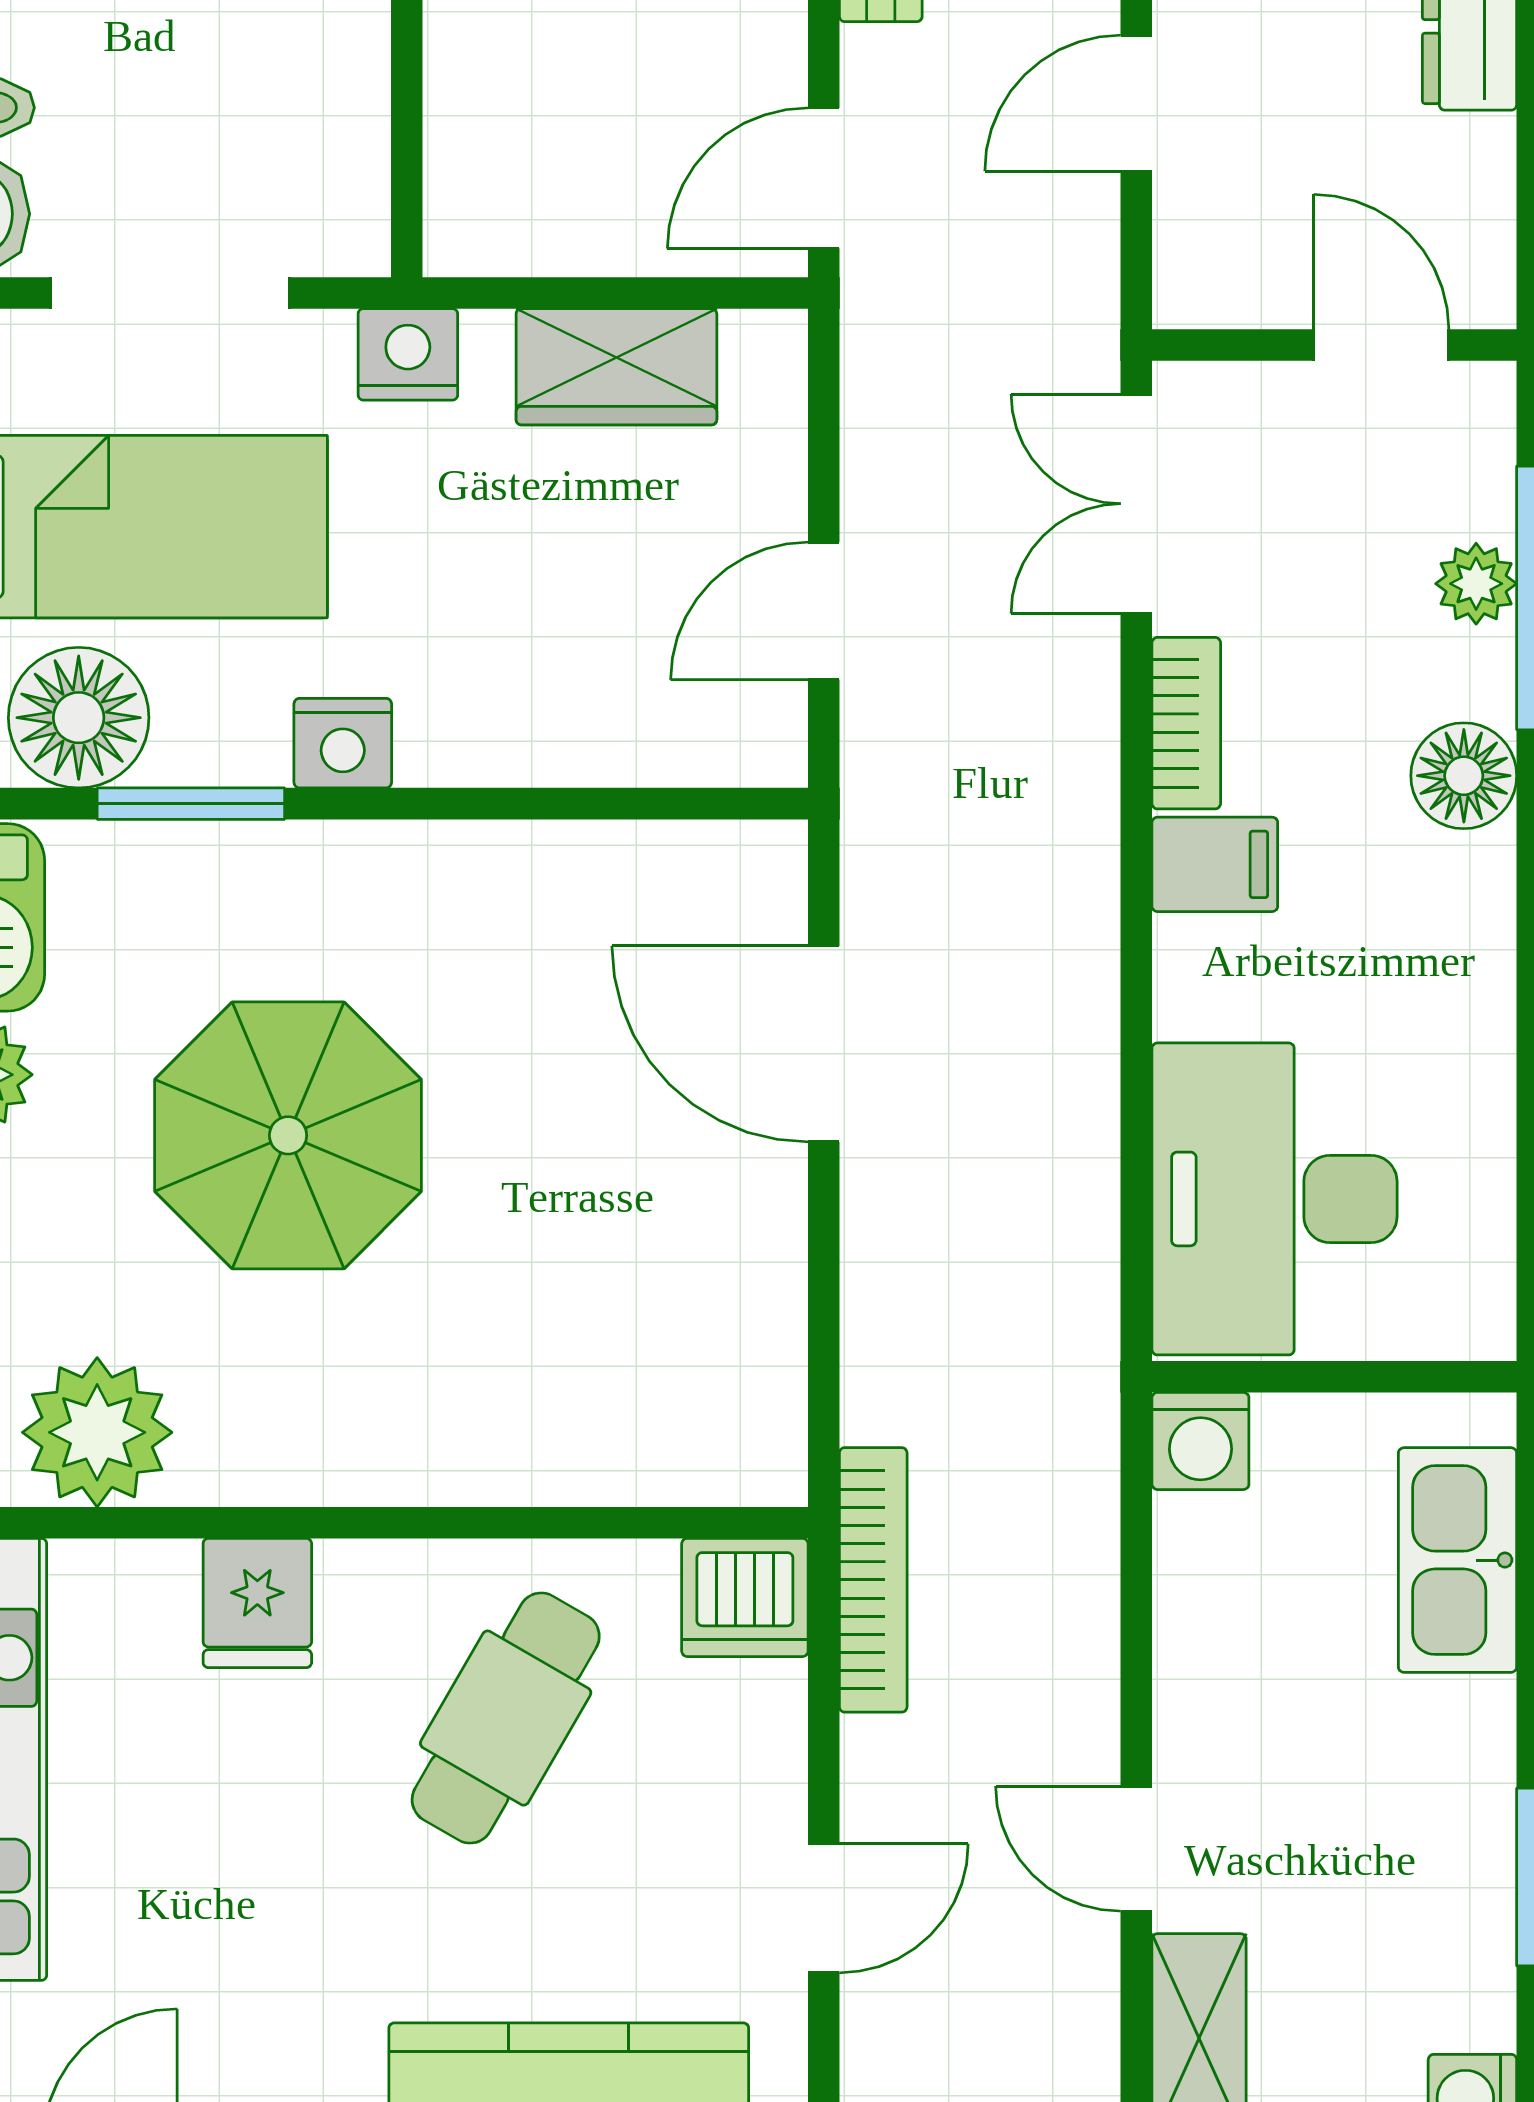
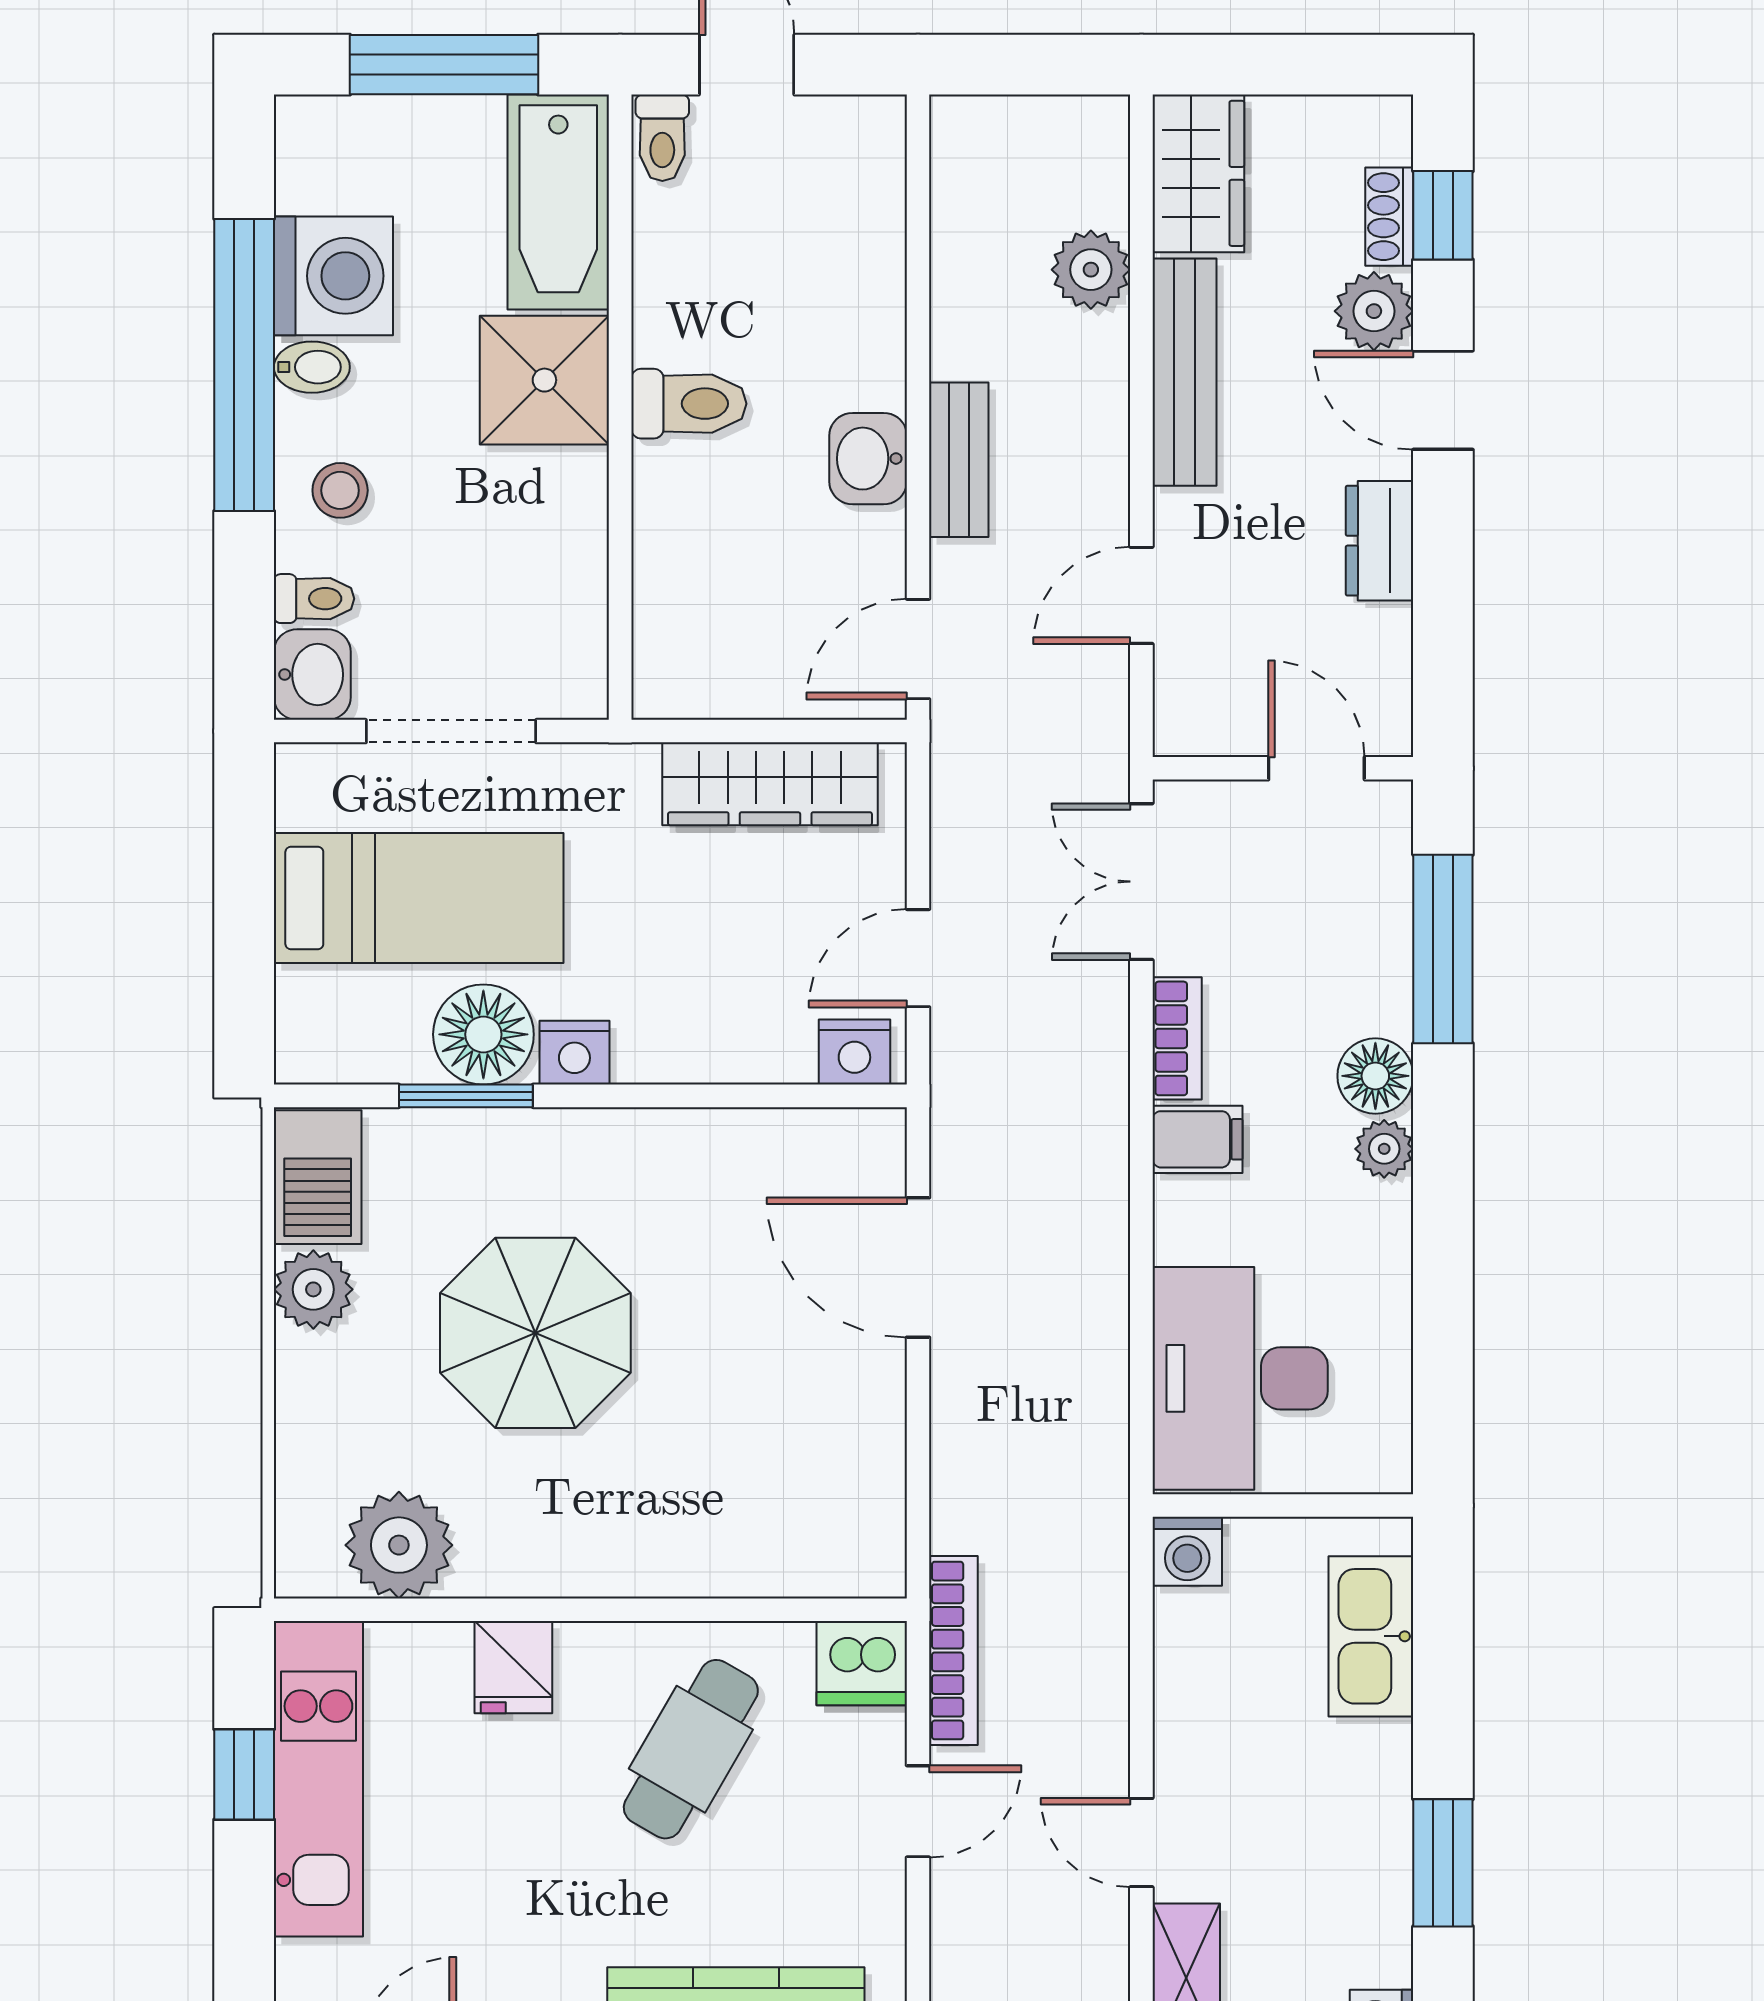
nightstand: (408, 354) -> (854, 1052), moved, turned 180
wardrobe: (616, 367) -> (770, 784), width x1.50
plant: (1476, 584) -> (1384, 1149), moved
floor lamp: (79, 718) -> (483, 1034), moved
door: (824, 1908) -> (918, 1811), moved

